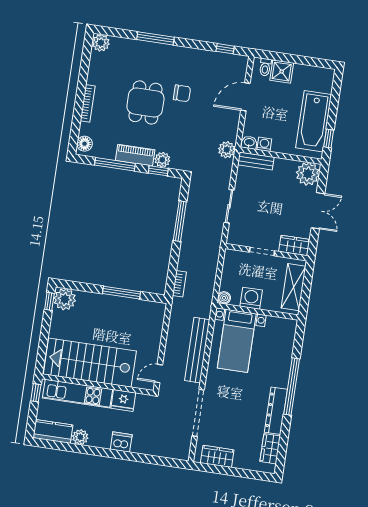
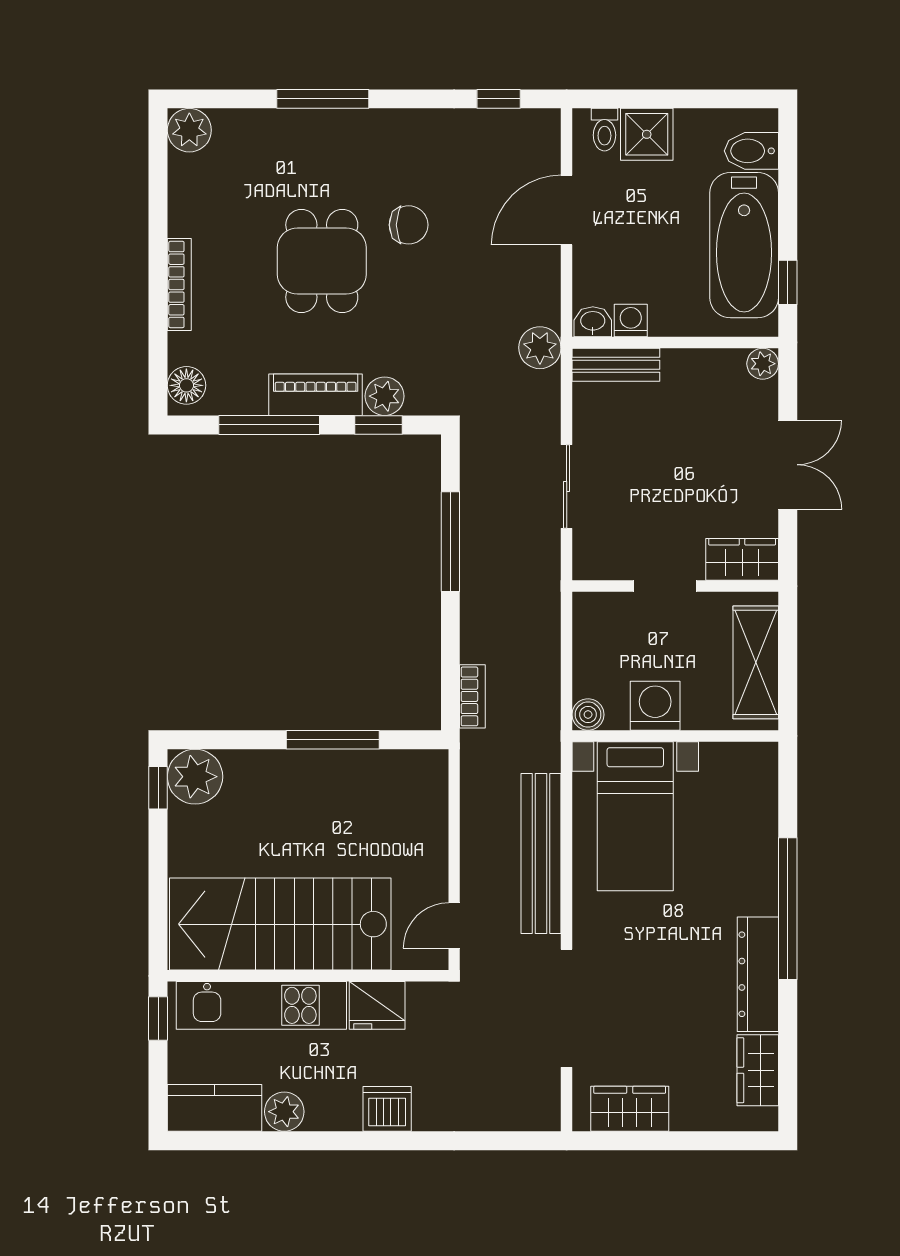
bidet: (322, 84) -> (751, 151), added
plant: (308, 174) -> (763, 364), width x0.53, depth x0.53

